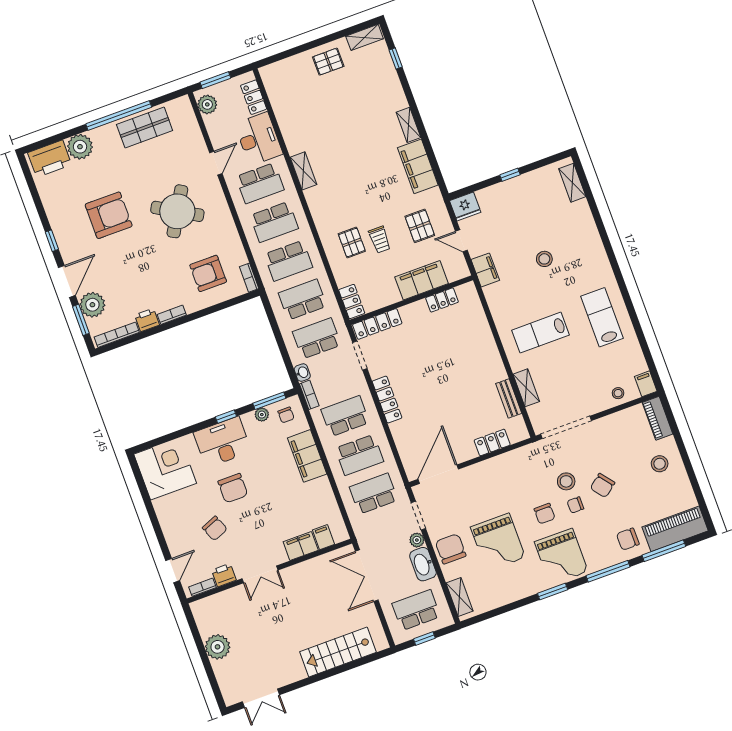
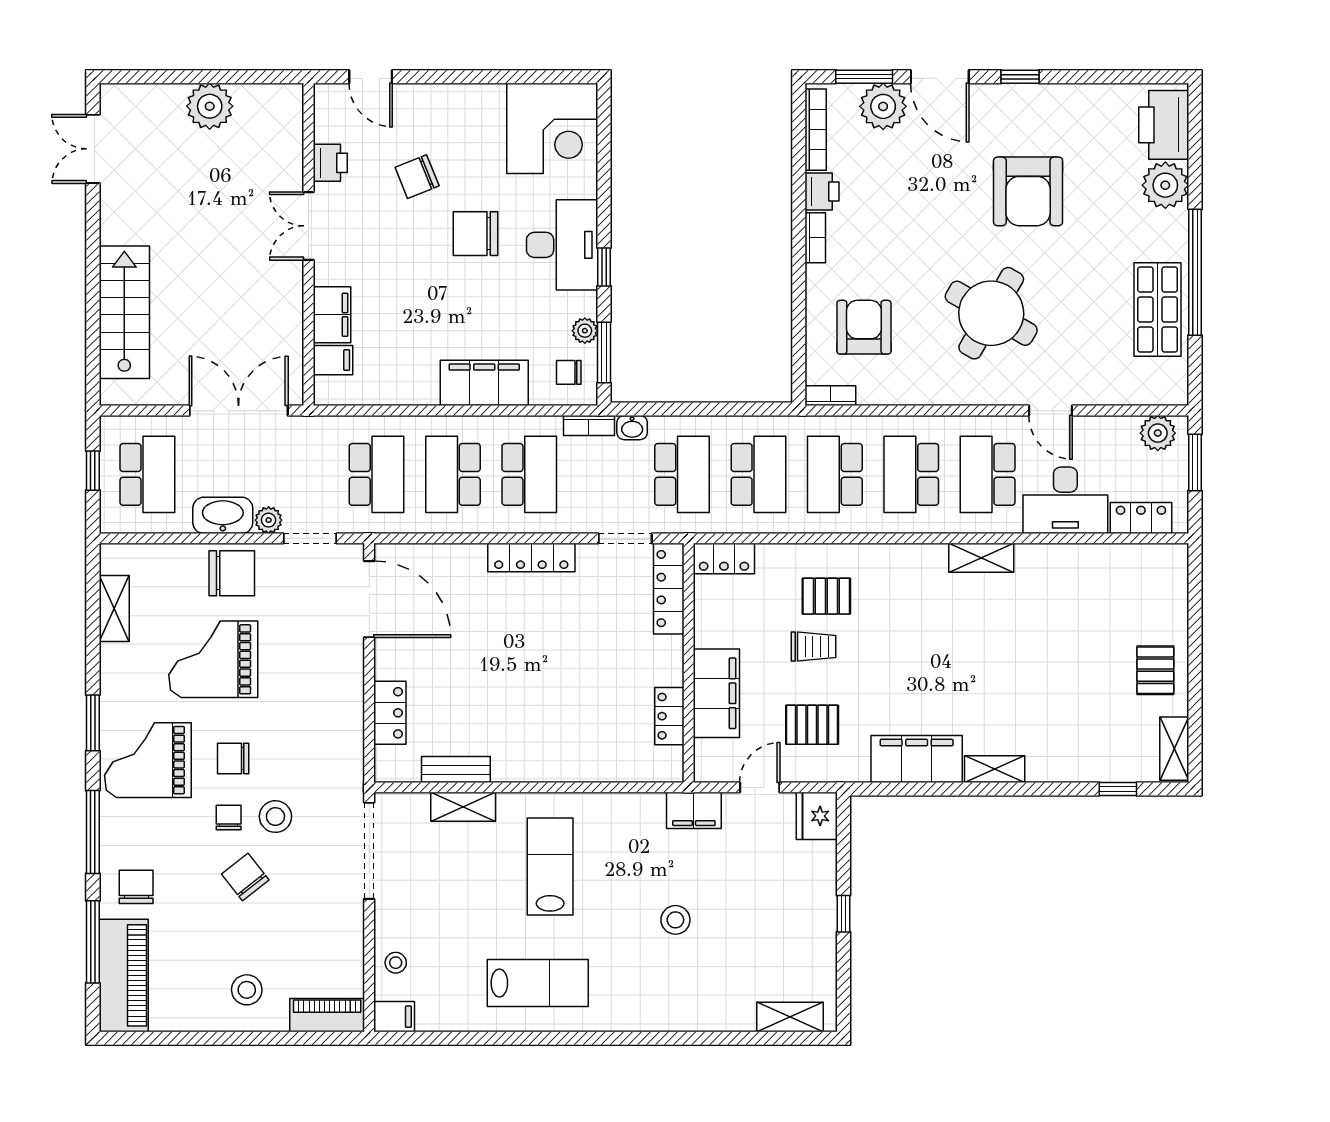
trolley: (380, 240) -> (814, 646), turned 180
bookcase: (202, 587) -> (323, 118), removed
shelving: (460, 597) -> (114, 608), moved, turned 90

